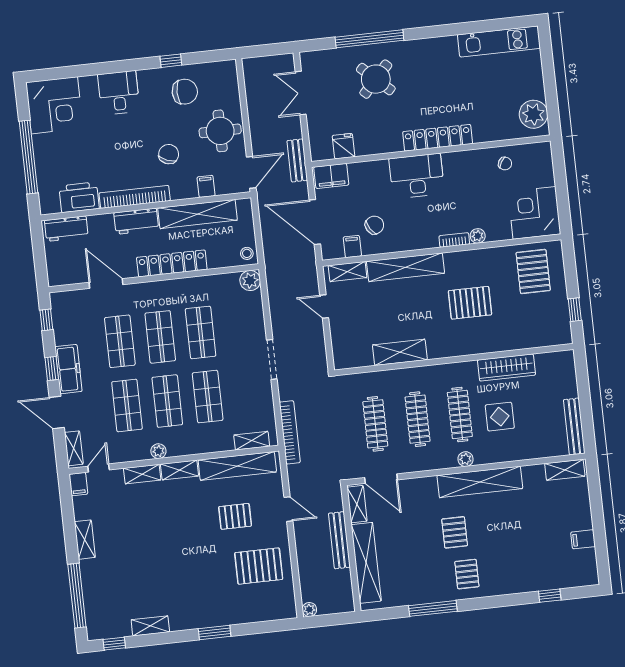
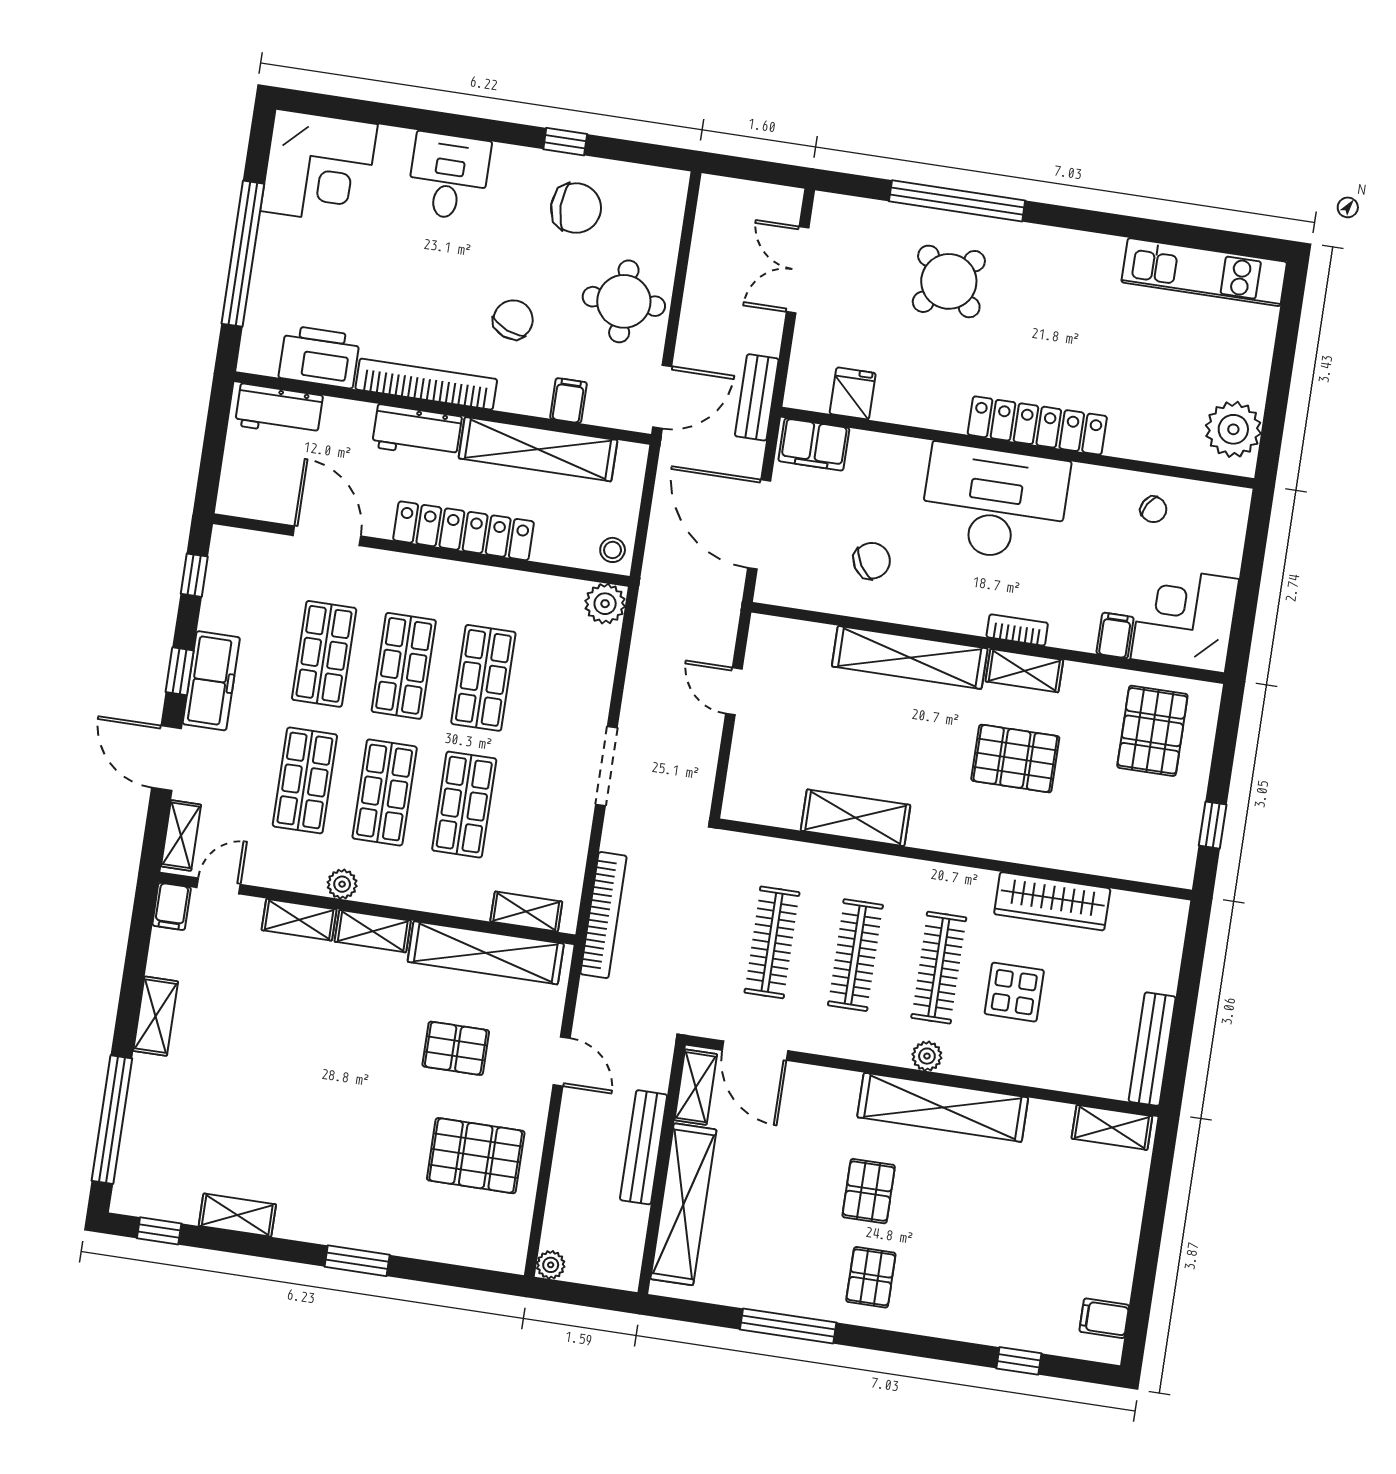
desk: (417, 176) -> (994, 503), width x1.36, depth x1.30
plant: (478, 236) -> (1064, 634), removed
filing cabinet: (352, 246) -> (1115, 635), moved
shelving: (347, 272) -> (1024, 671), moved
filing cabinet: (583, 539) -> (1104, 1318), moved

